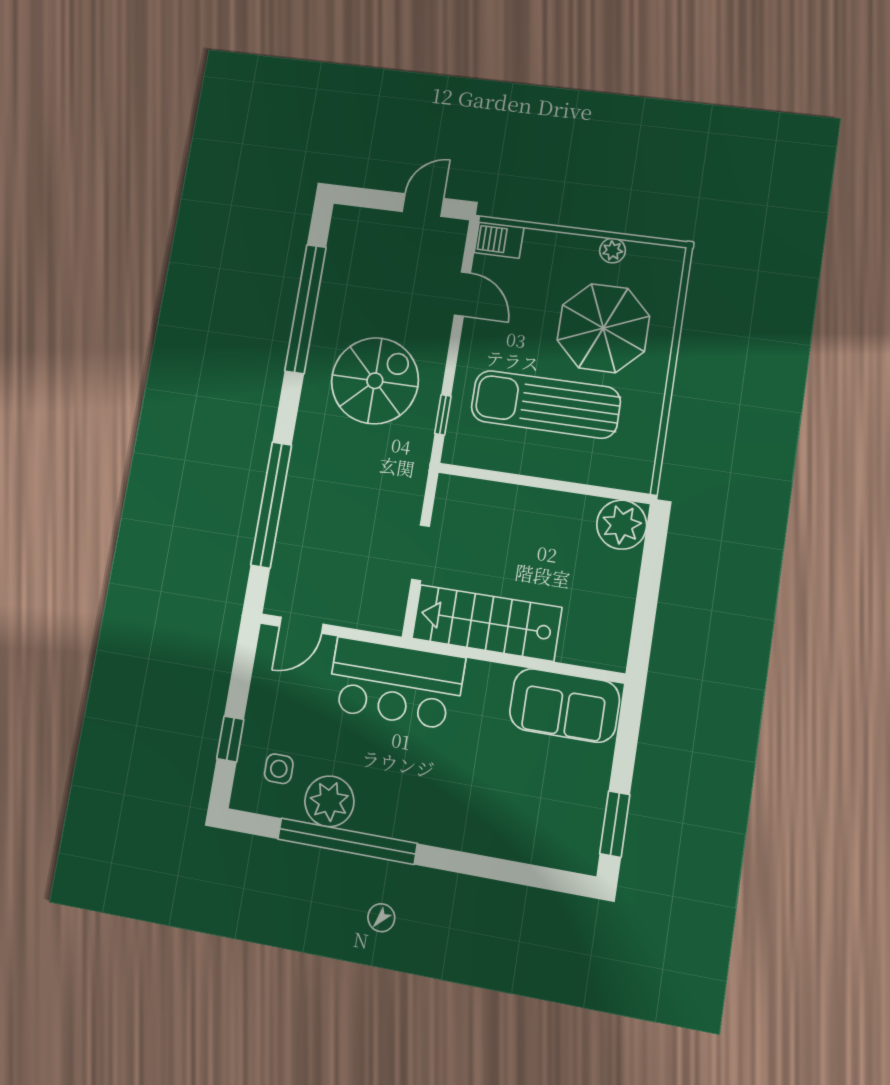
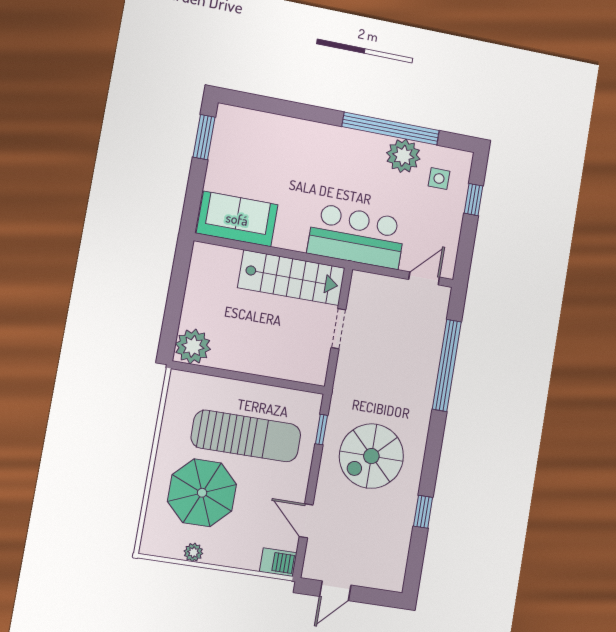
window: (305, 309) -> (423, 512), width x0.32

